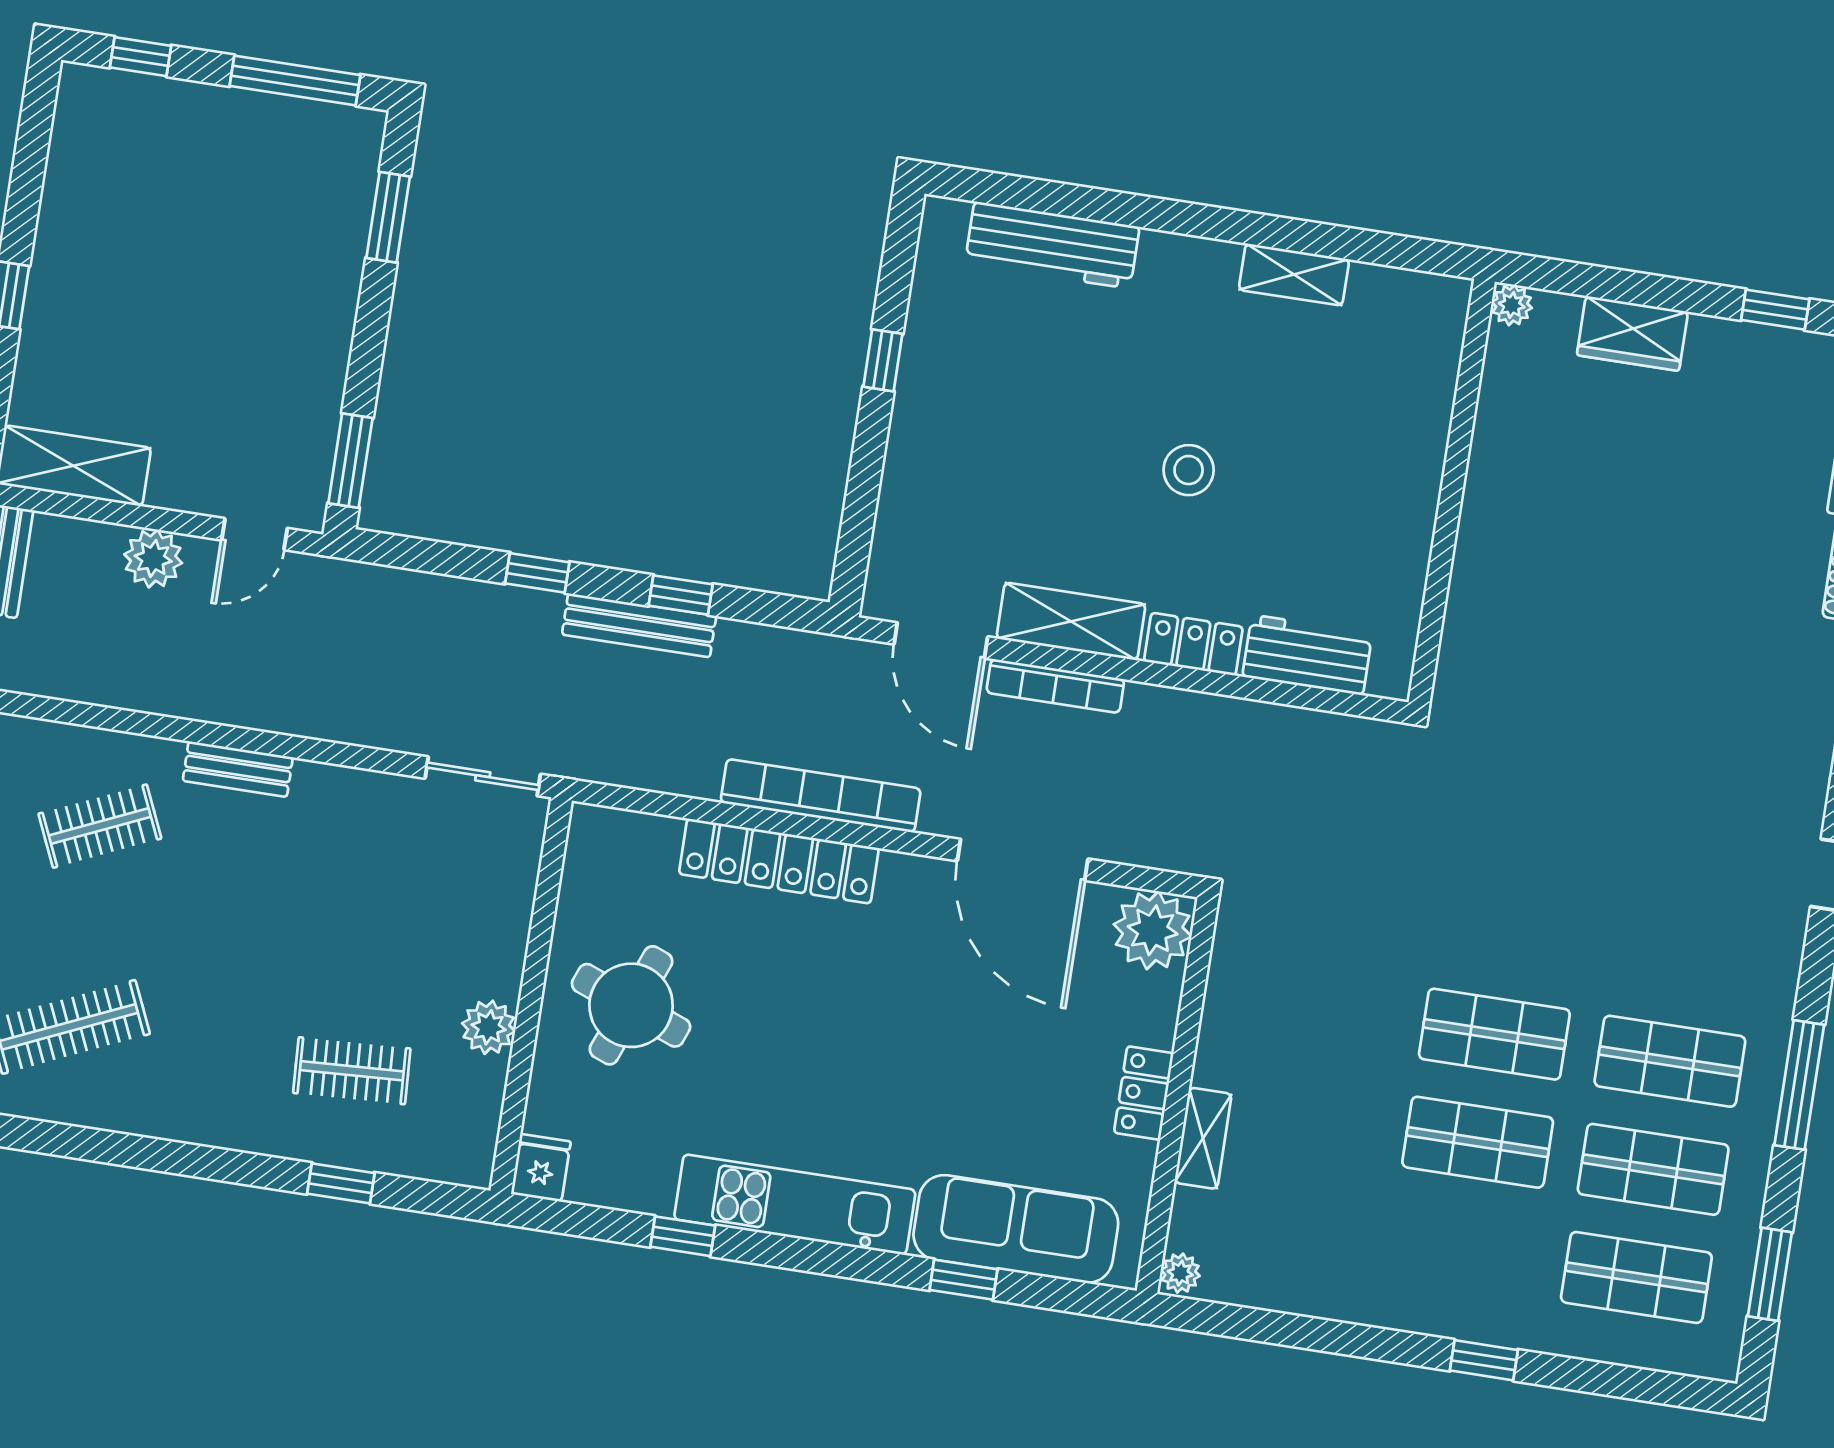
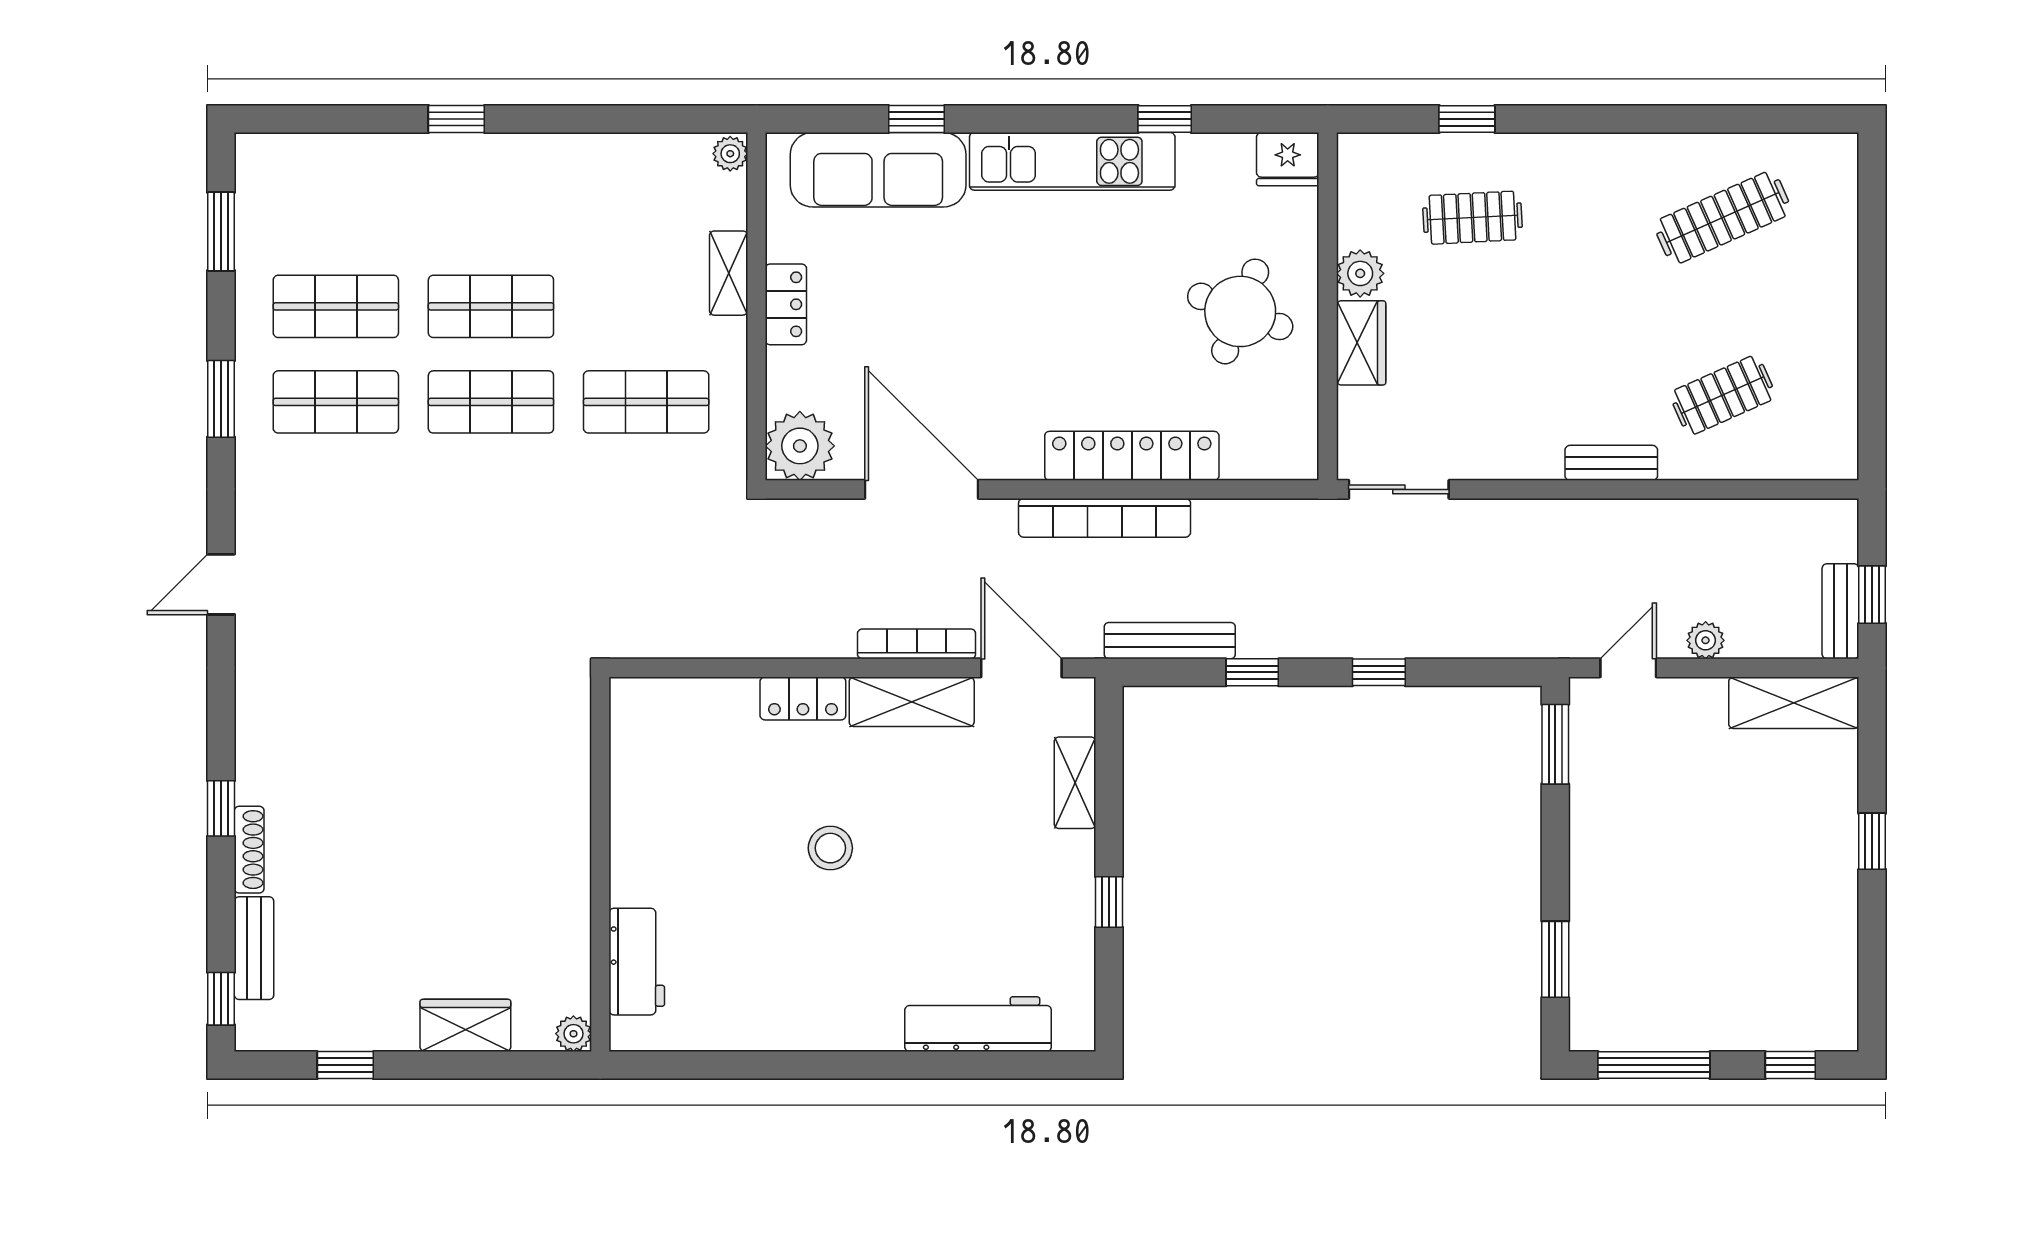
shelving: (1294, 275) -> (1075, 783), moved, turned 90
plant: (153, 559) -> (1706, 640), width x0.73, depth x0.73
bench: (639, 625) -> (1170, 641), moved
workbench: (1307, 655) -> (637, 962), moved, turned -90
wardrobe: (500, 949) -> (1361, 343), added
window: (1799, 1085) -> (221, 399), width x0.69
fridge: (541, 1168) -> (1288, 159), width x1.38
shop shelf: (1636, 1277) -> (646, 402), moved

